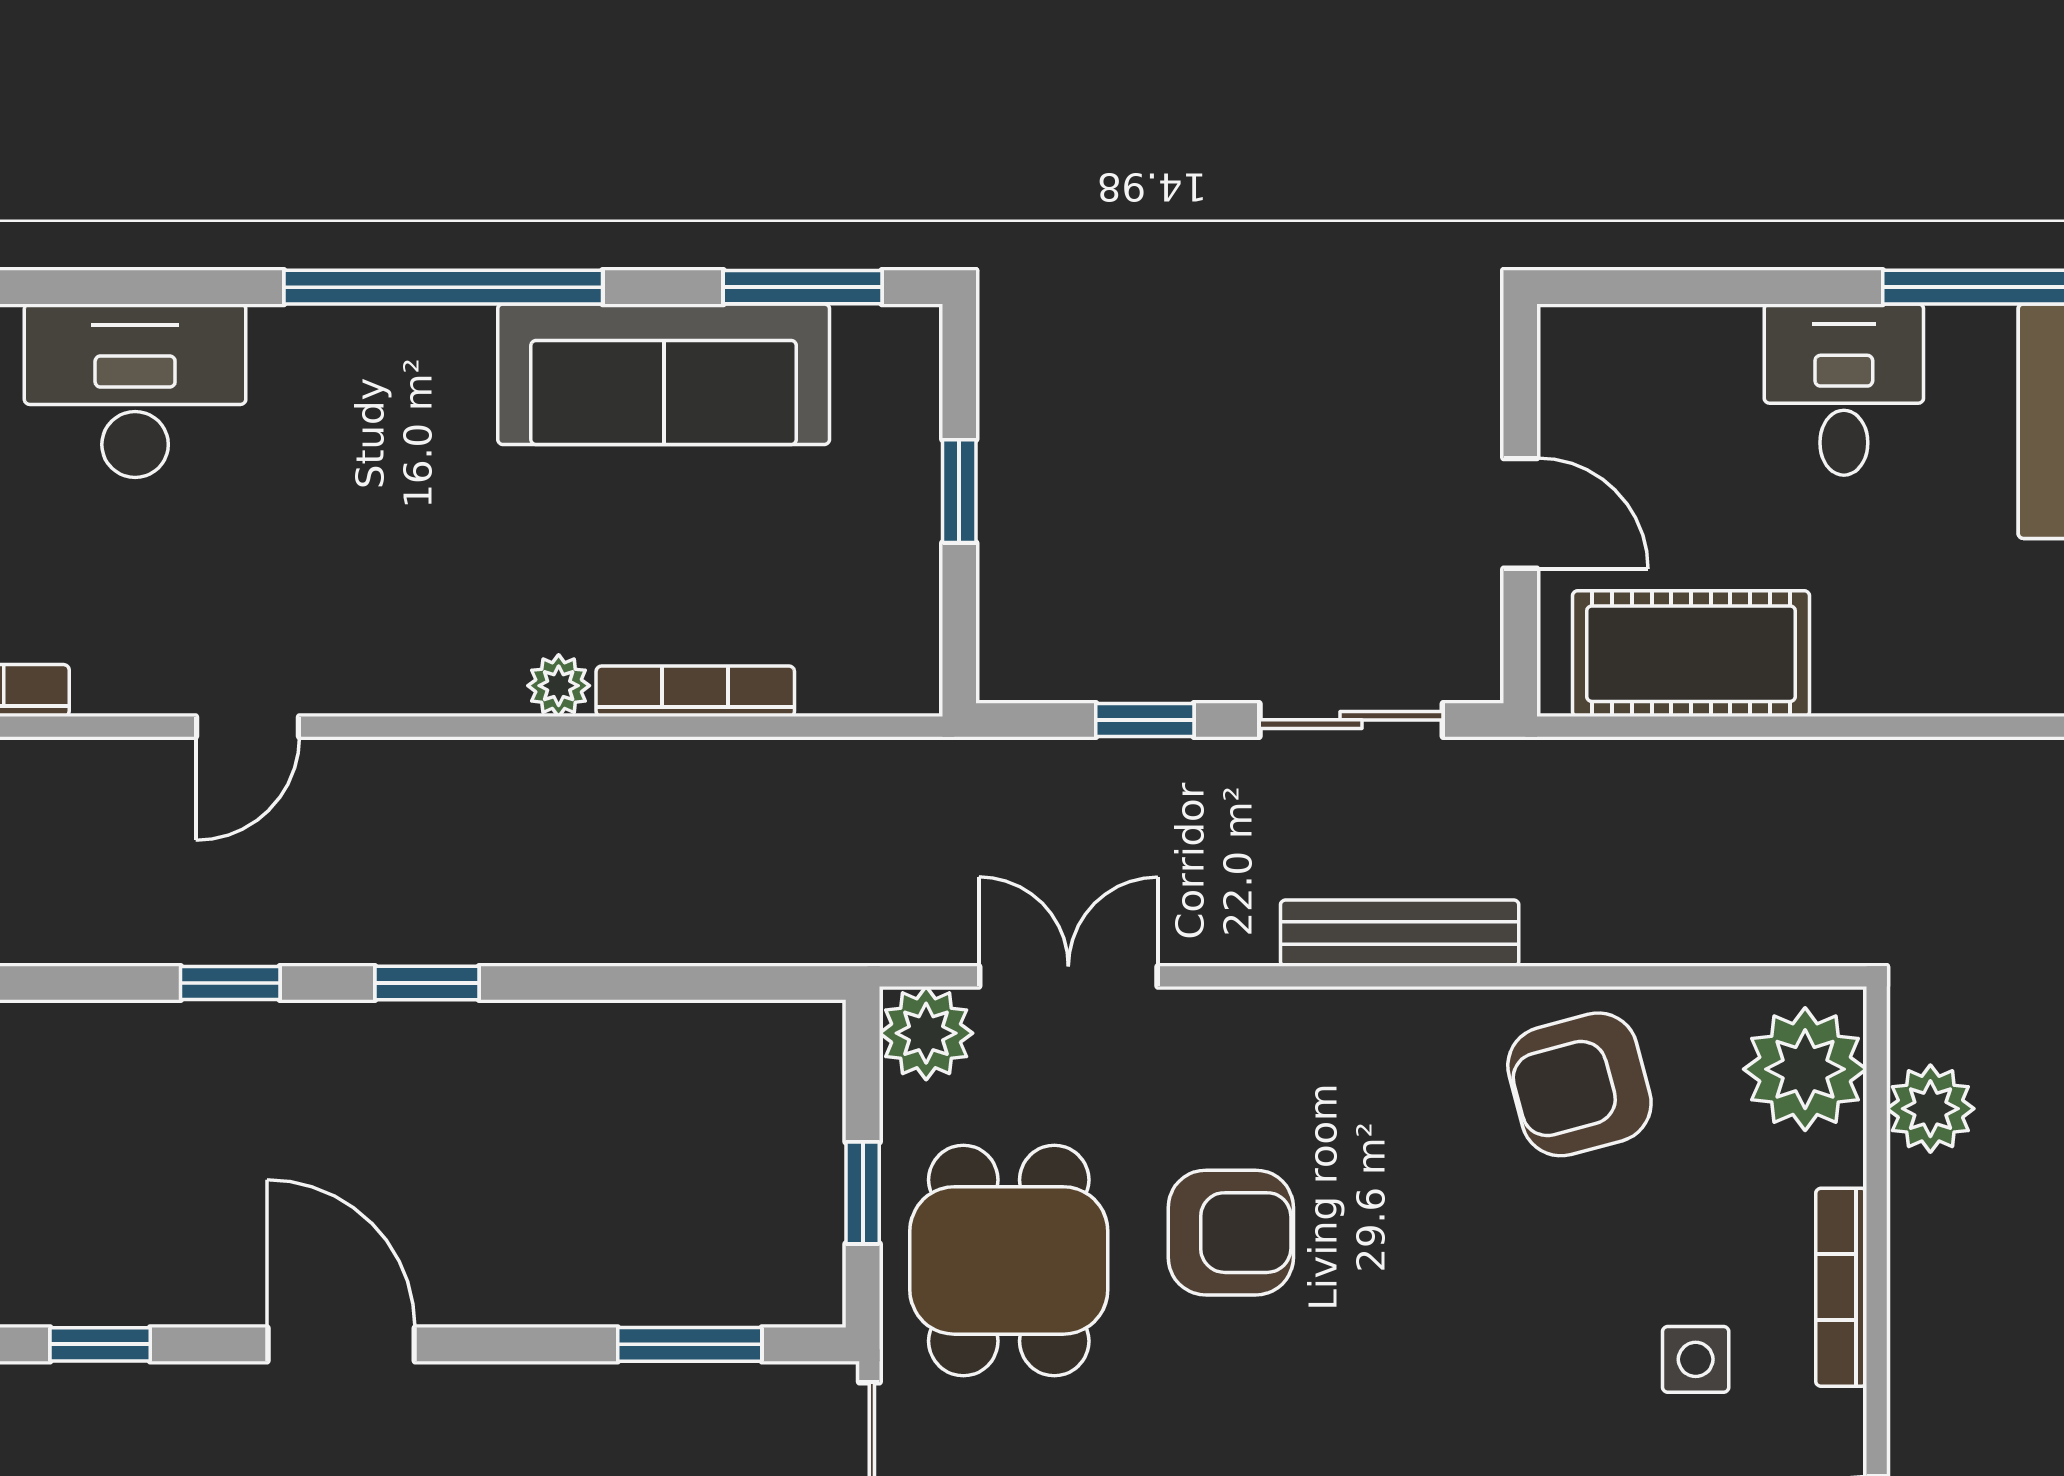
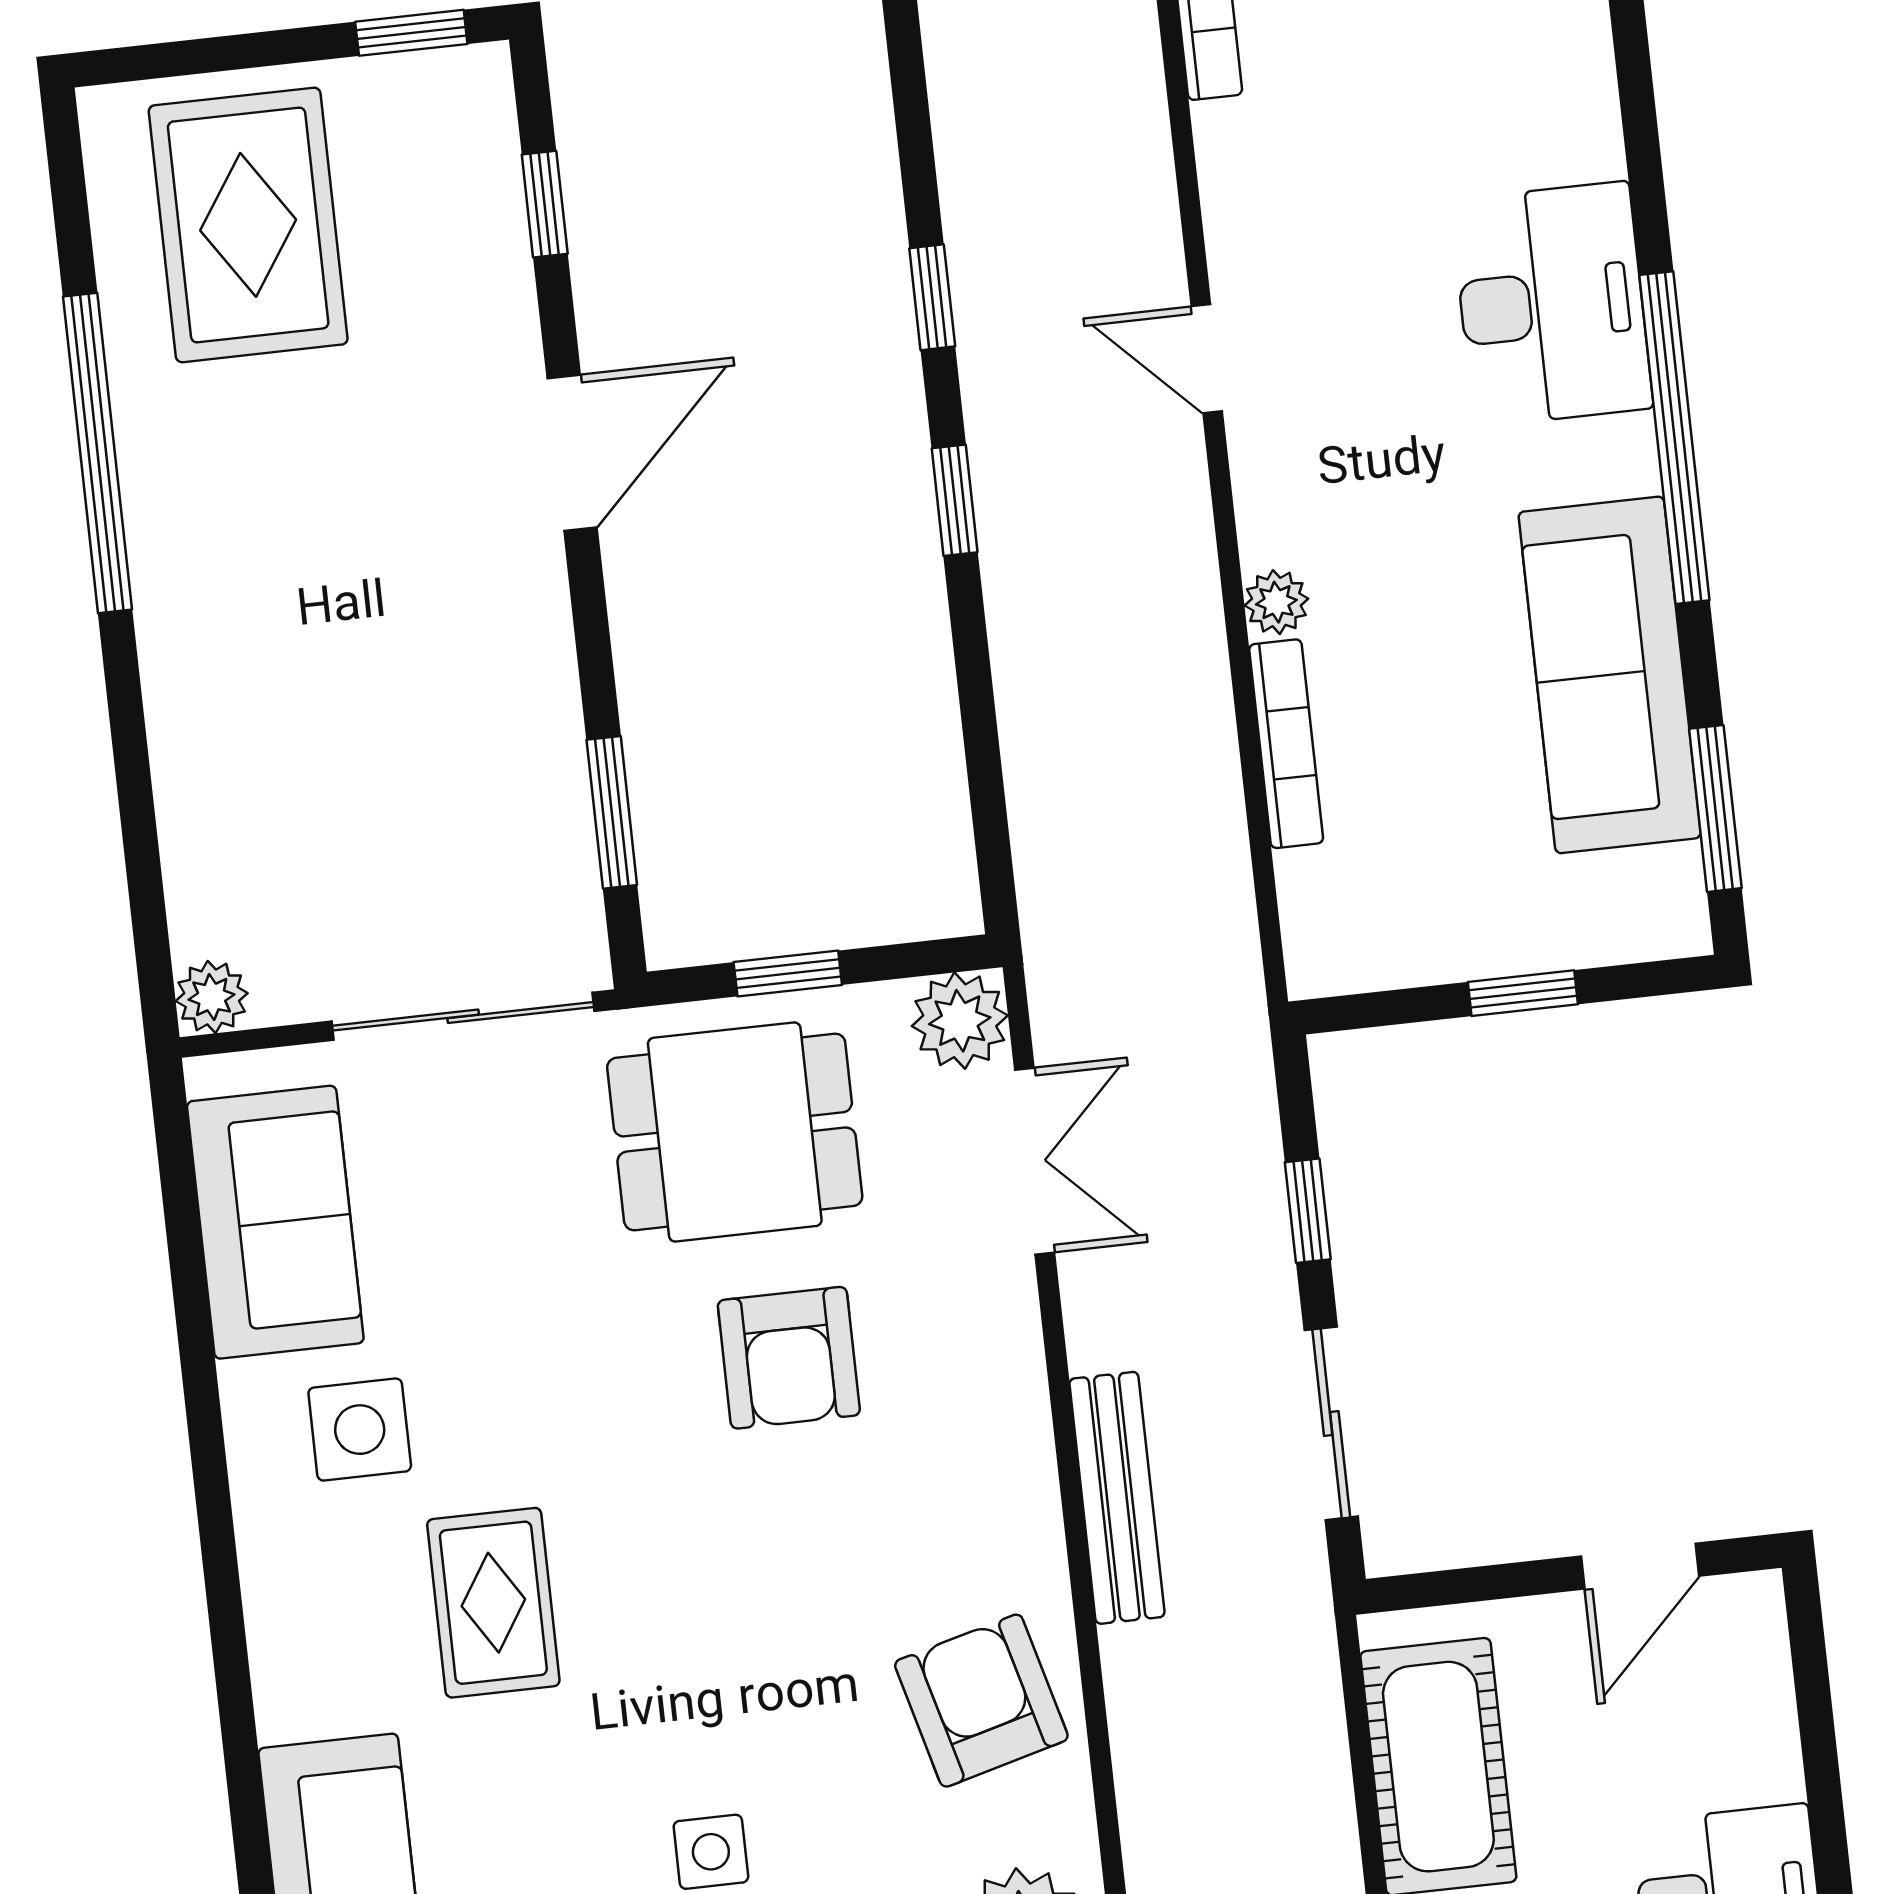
desk: (135, 391) -> (1552, 304), moved
door: (1520, 513) -> (1640, 1566), moved
door: (247, 727) -> (1207, 359), moved

